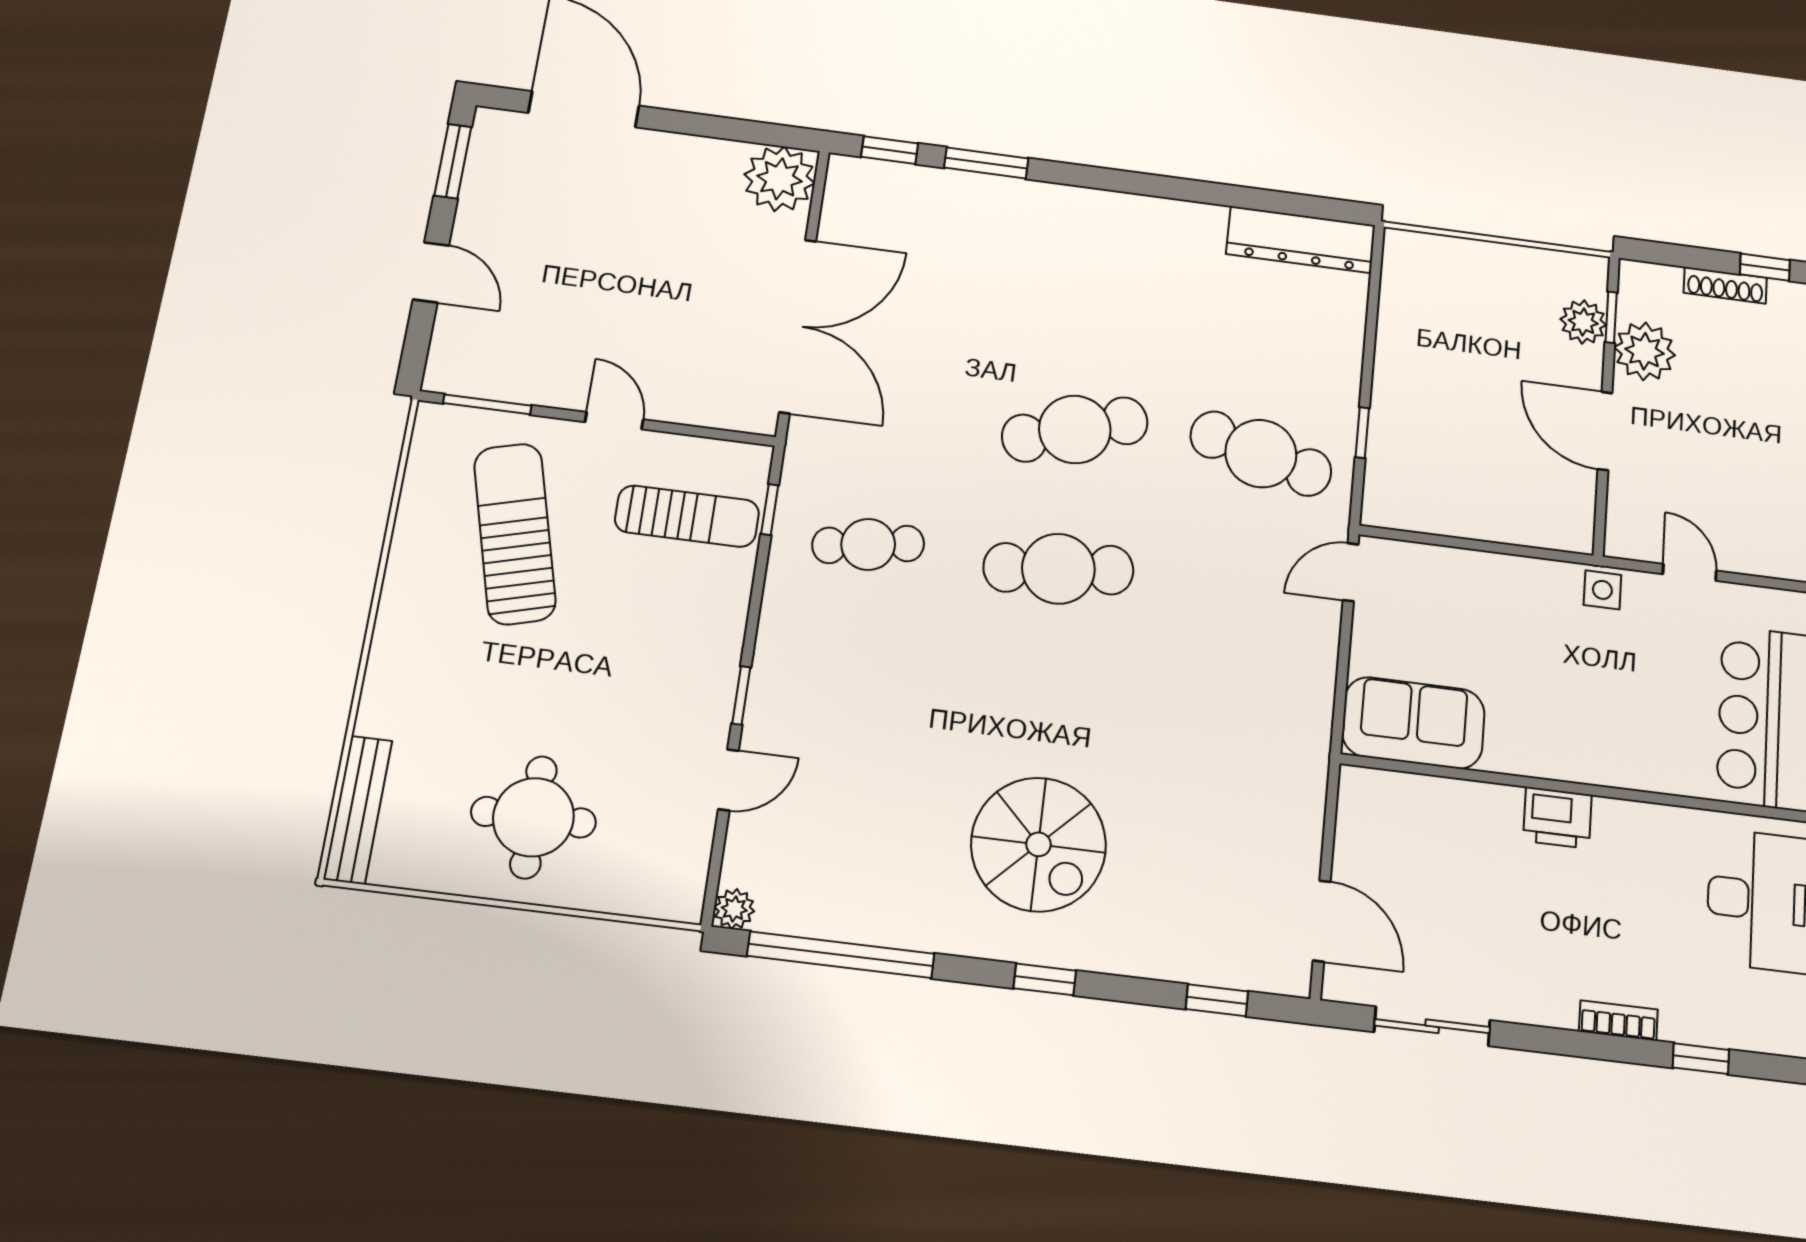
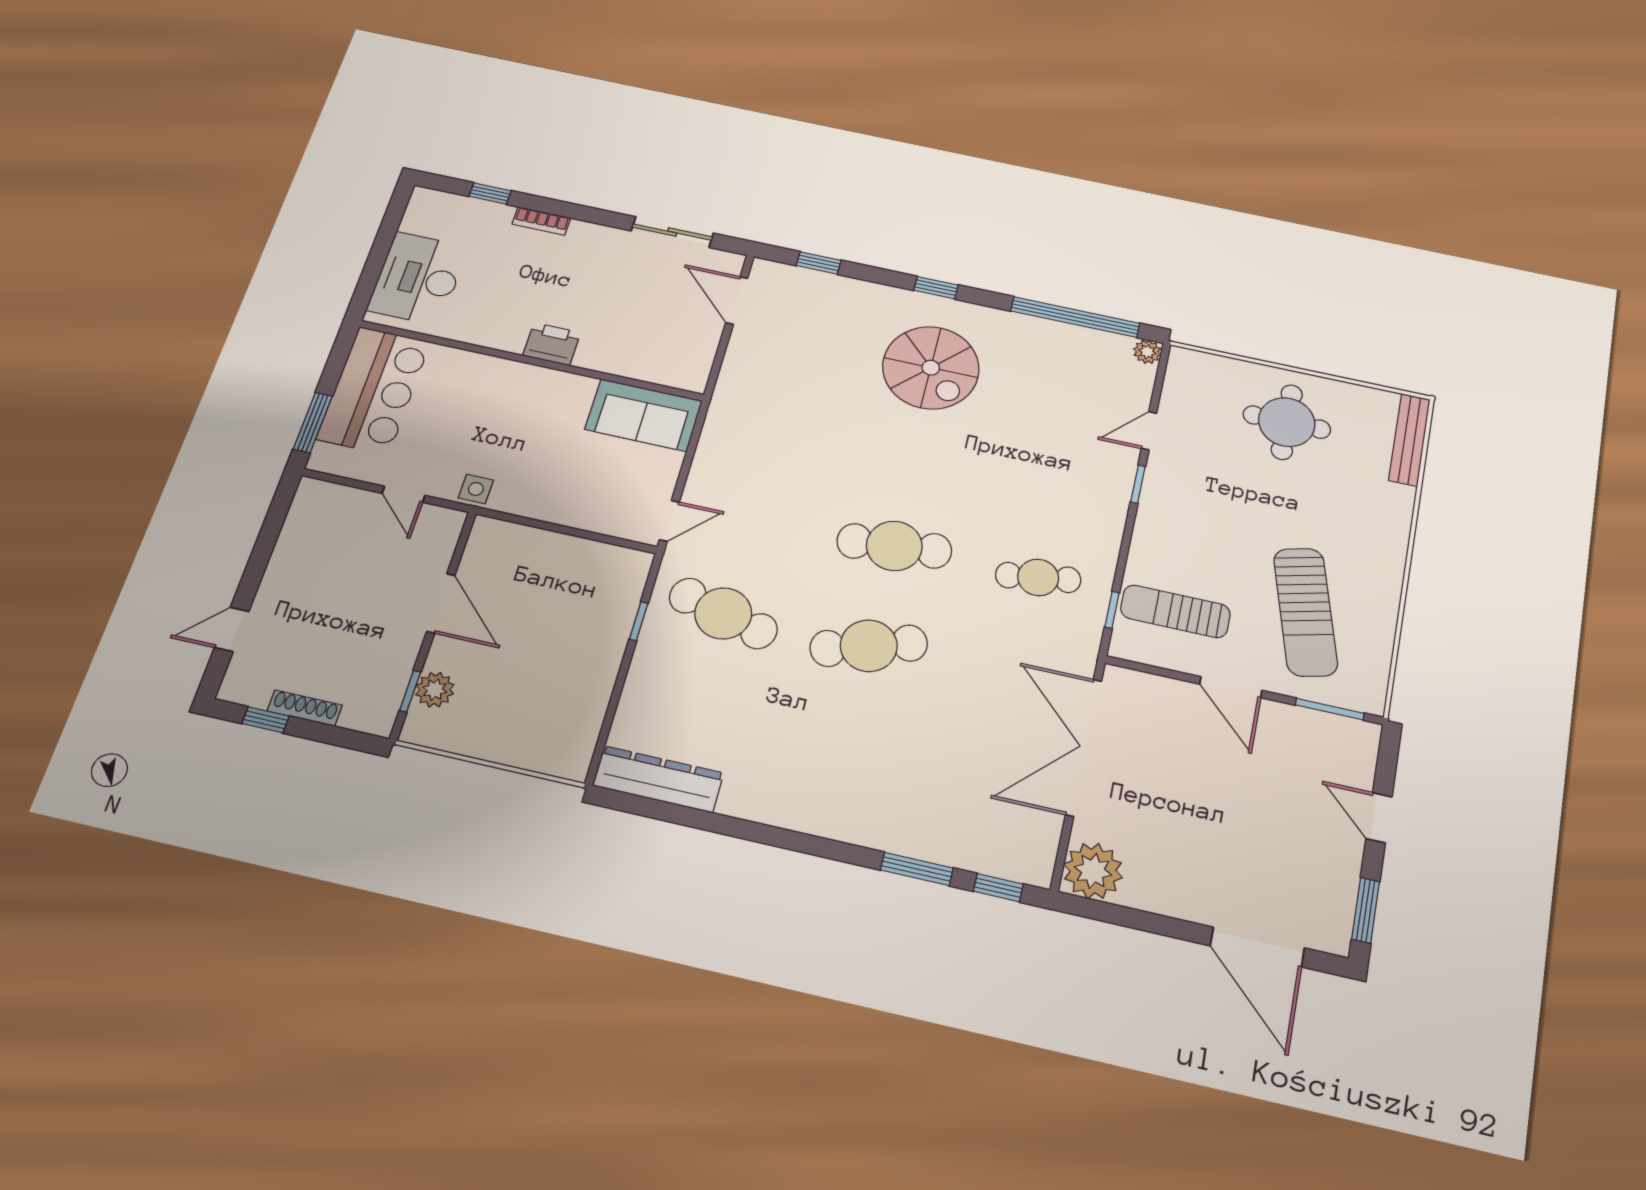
plant: (1645, 351) -> (390, 662), removed
door: (614, 421) -> (1231, 687), width x1.38
spiral stairs: (1038, 844) -> (931, 368), turned 180

